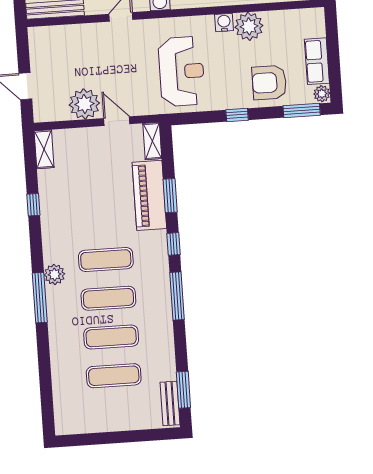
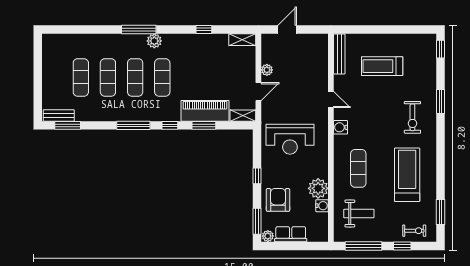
water cooler: (224, 23) -> (322, 206), moved
plant: (84, 104) -> (267, 70), width x0.53, depth x0.53

